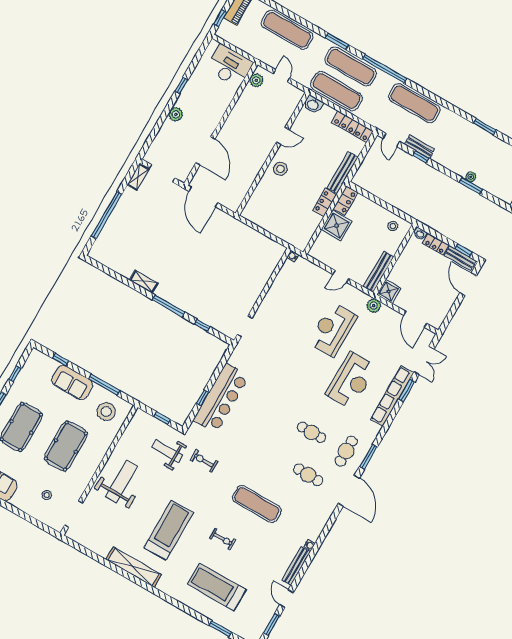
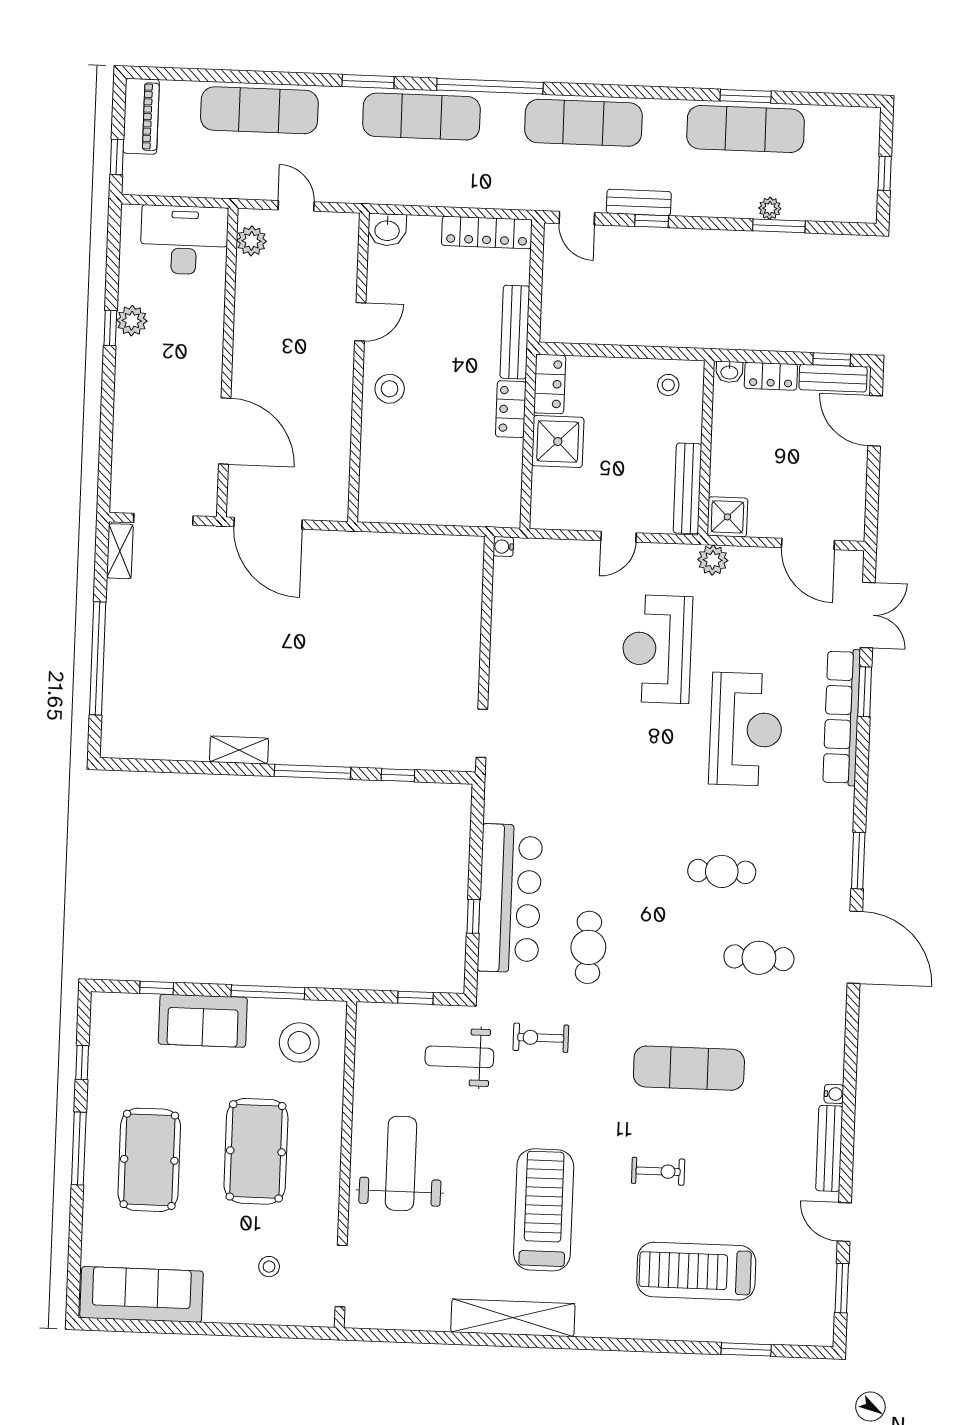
exercise mat: (336, 91) -> (746, 129), moved
plant: (176, 114) -> (132, 321), moved
cafe table: (346, 451) -> (588, 947), moved

